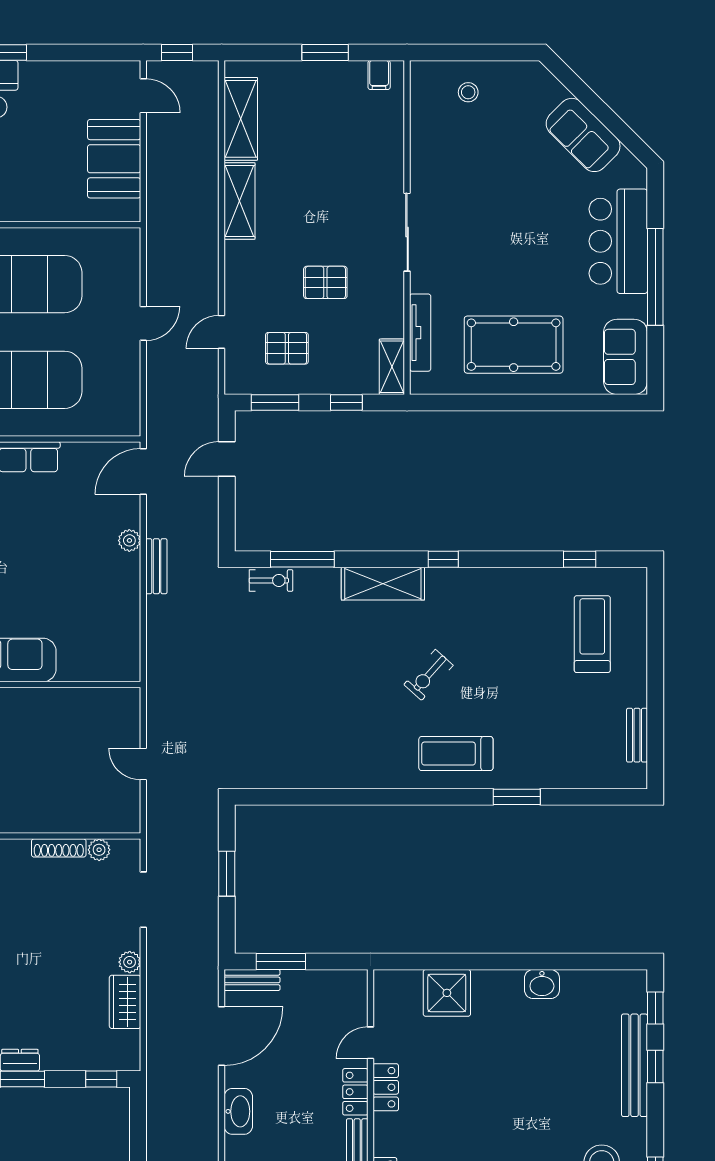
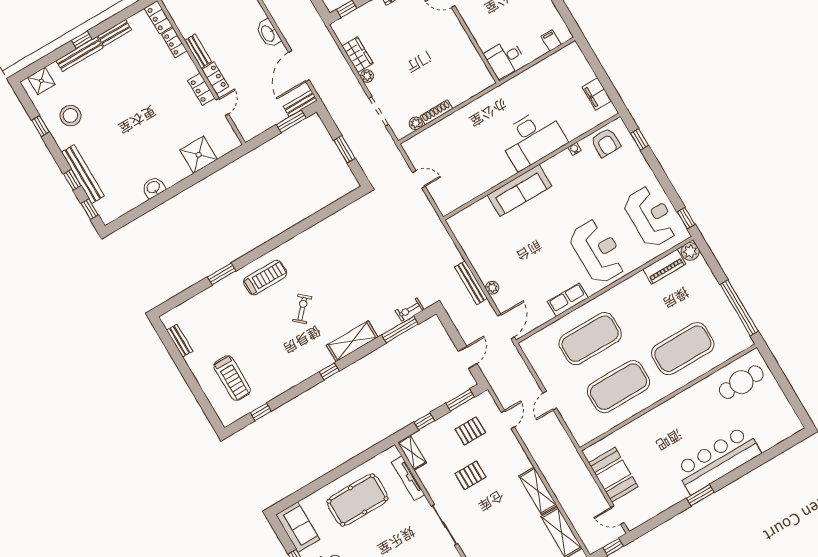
bench: (156, 566) -> (471, 283), width x1.36

